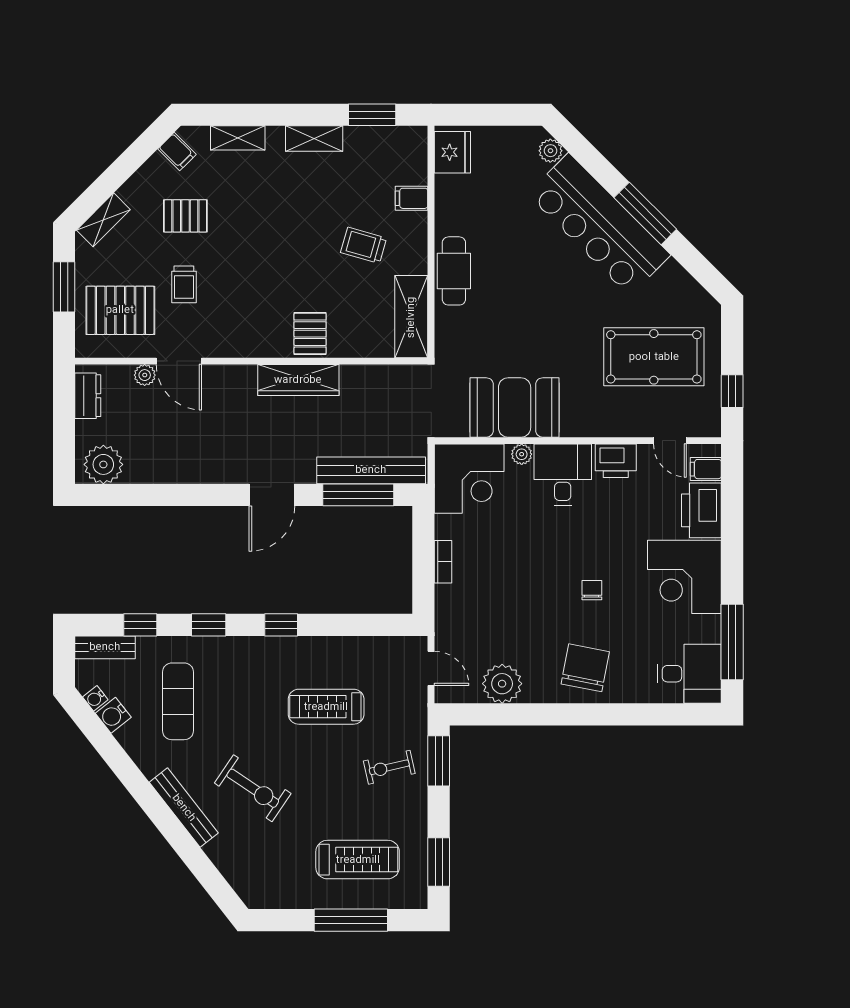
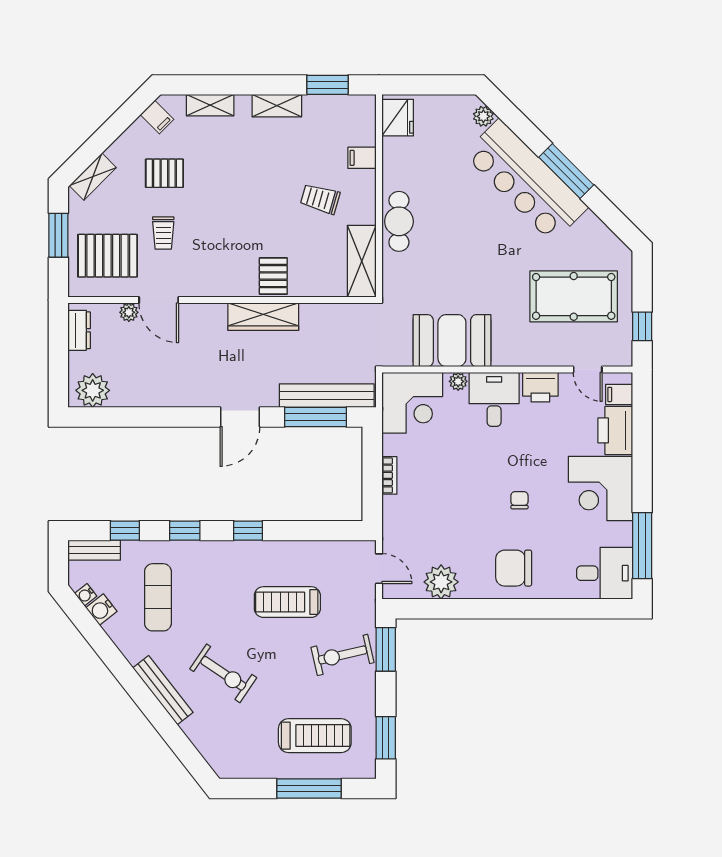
chair: (585, 668) -> (514, 568), turned -101
exercise bike: (389, 767) -> (343, 655), width x1.38, depth x1.39

